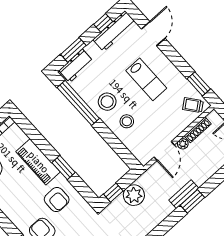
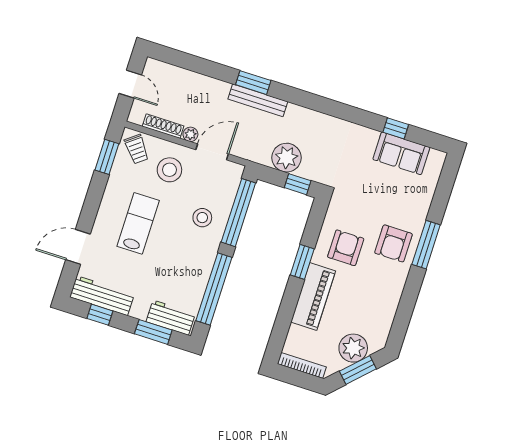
stool: (107, 102) -> (169, 170), moved
window: (117, 146) -> (238, 213), added
bench: (184, 194) -> (258, 100), width x1.36

